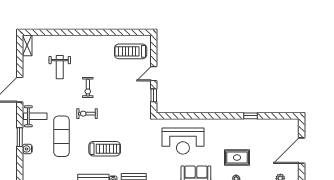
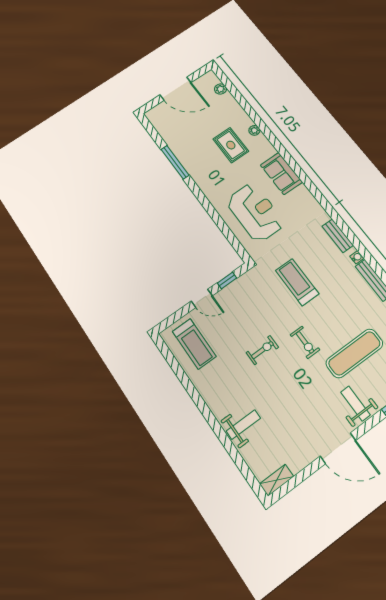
weight bench: (60, 67) -> (243, 425), moved
exercise bike: (88, 88) -> (262, 350), moved
window: (251, 116) -> (175, 162), width x2.17
treadmill: (105, 149) -> (297, 282), moved

